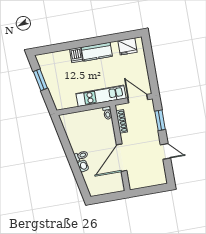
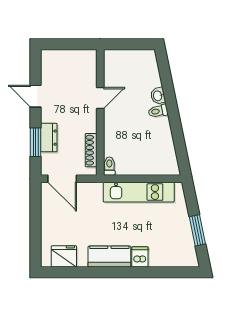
kitchen unit: (101, 96) -> (139, 192), moved
dresser: (152, 125) -> (49, 138), added
door: (122, 158) -> (100, 98), width x0.53

